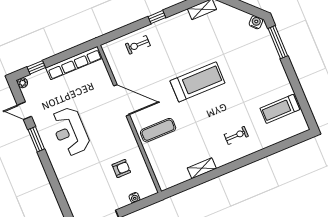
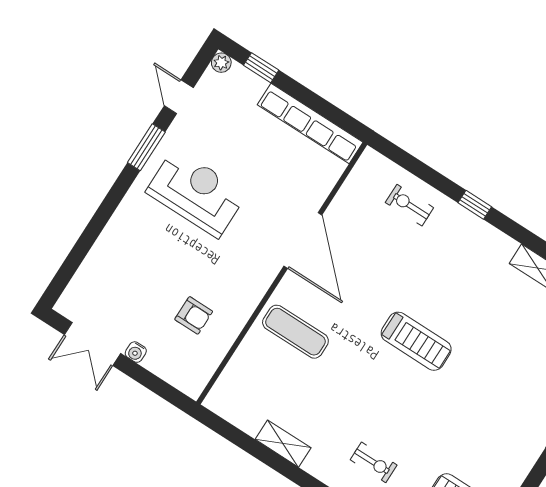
treadmill: (197, 82) -> (416, 341), width x0.73, depth x0.73
reception desk: (70, 131) -> (196, 193), turned 90
water cooler: (134, 198) -> (136, 352), moved

